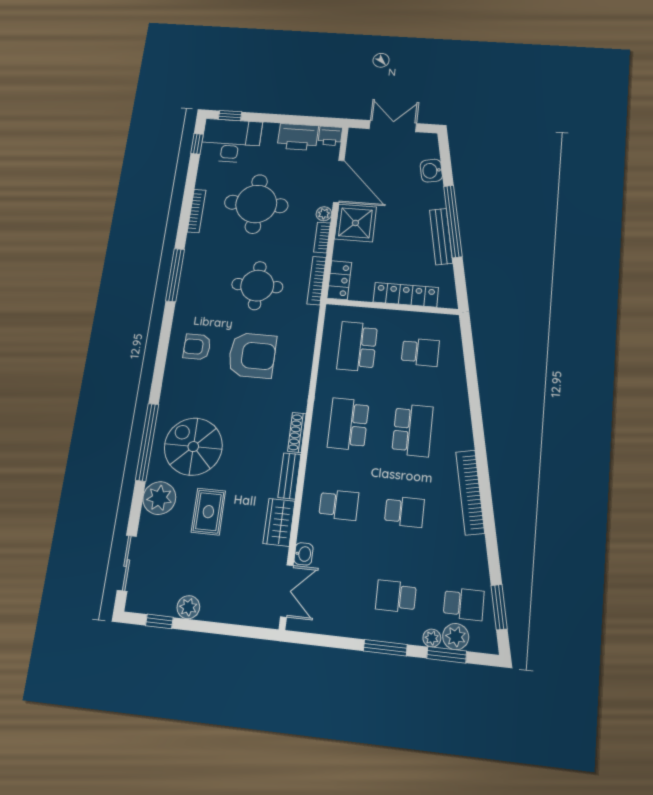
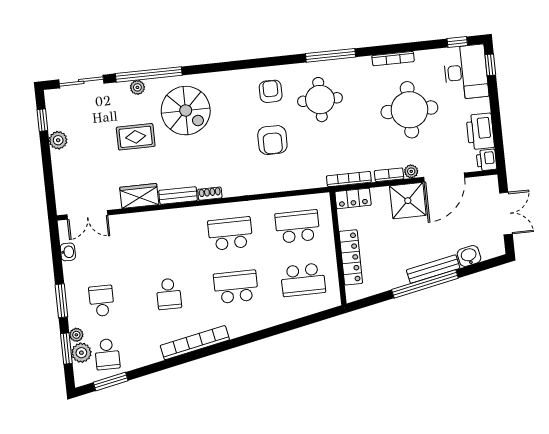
bench: (441, 237) -> (433, 269), moved
round table: (257, 286) -> (320, 100), moved
school desk: (420, 352) -> (303, 280), width x1.85
armchair: (252, 355) -> (272, 140), width x0.73, depth x0.73
school desk: (413, 430) -> (236, 287), turned 180
shoe rack: (297, 432) -> (210, 194), width x0.70
window: (147, 442) -> (149, 74), moved
spiral stairs: (193, 447) -> (186, 111), turned 90
plant: (159, 498) -> (137, 87), width x0.53, depth x0.53
school desk: (339, 505) -> (163, 241), removed
washbasin: (304, 554) -> (68, 252), moved, turned -90

